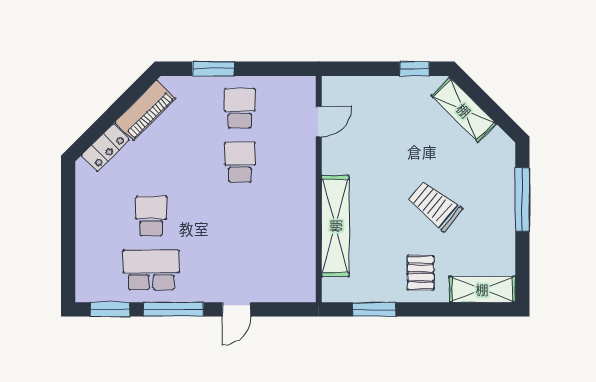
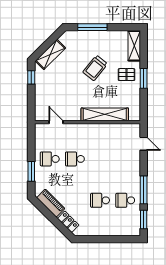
school desk: (151, 270) -> (125, 200), width x0.54
door: (236, 309) -> (144, 144), moved
window: (374, 309) -> (144, 78), moved

